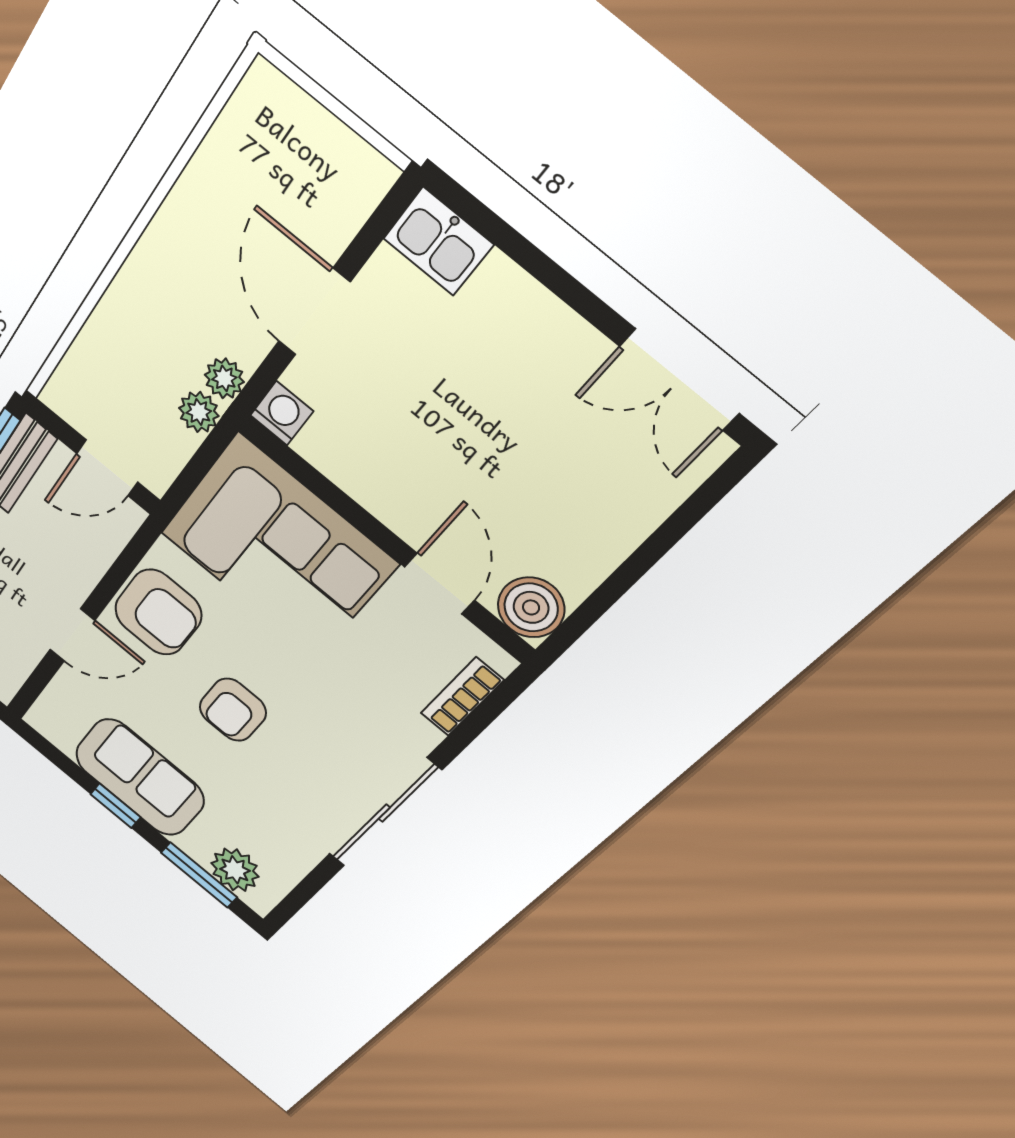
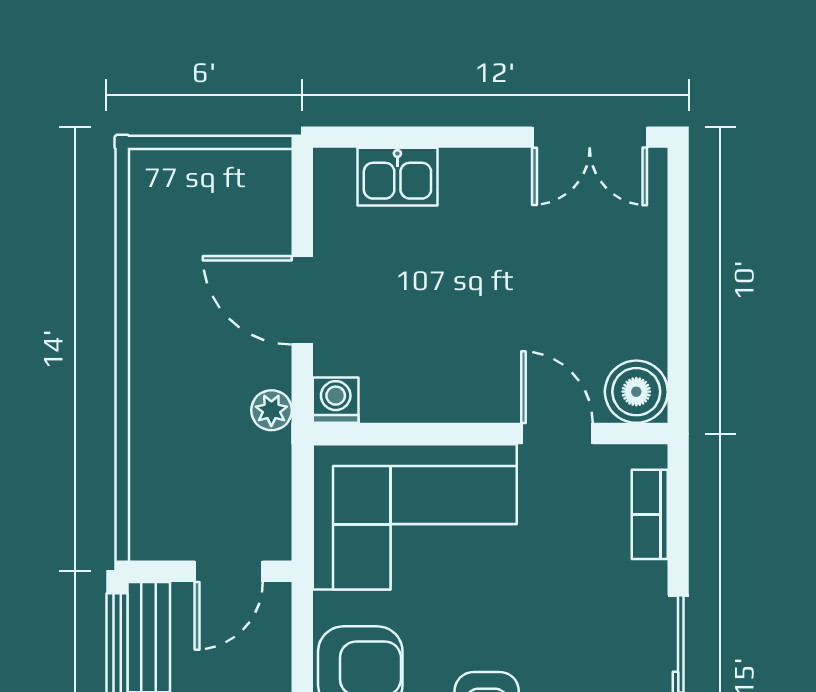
kitchen sink: (438, 242) -> (397, 177), moved
plant: (199, 412) -> (271, 456), removed

